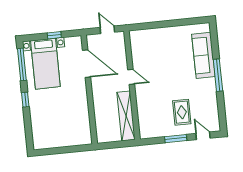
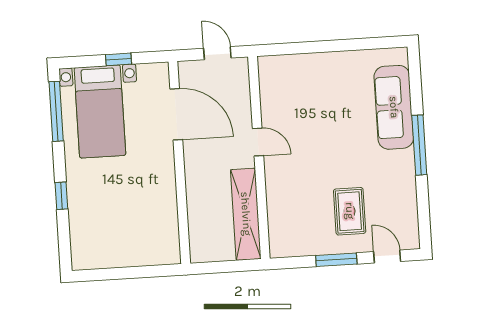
window: (25, 100) -> (61, 196), moved

